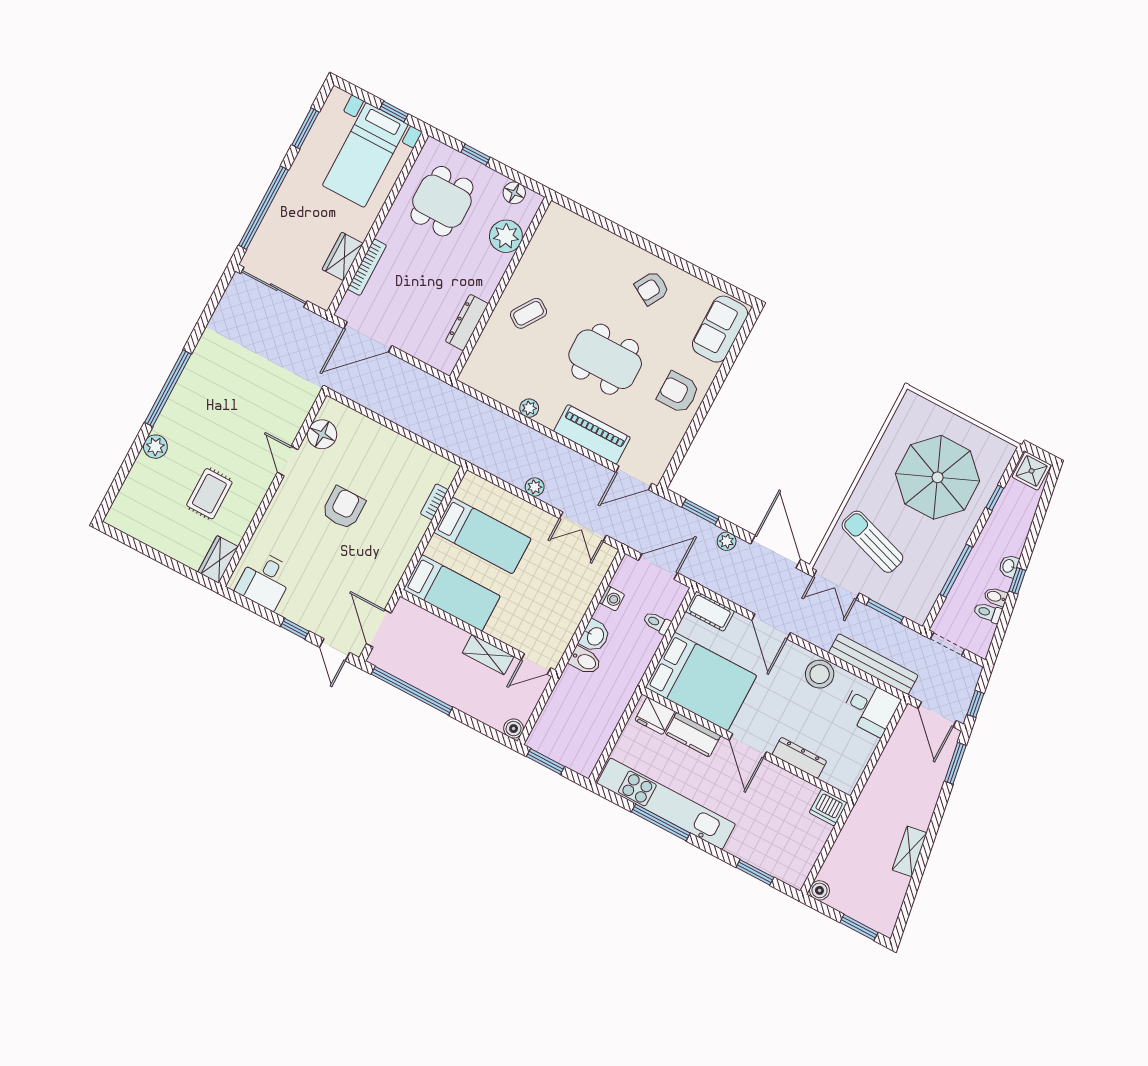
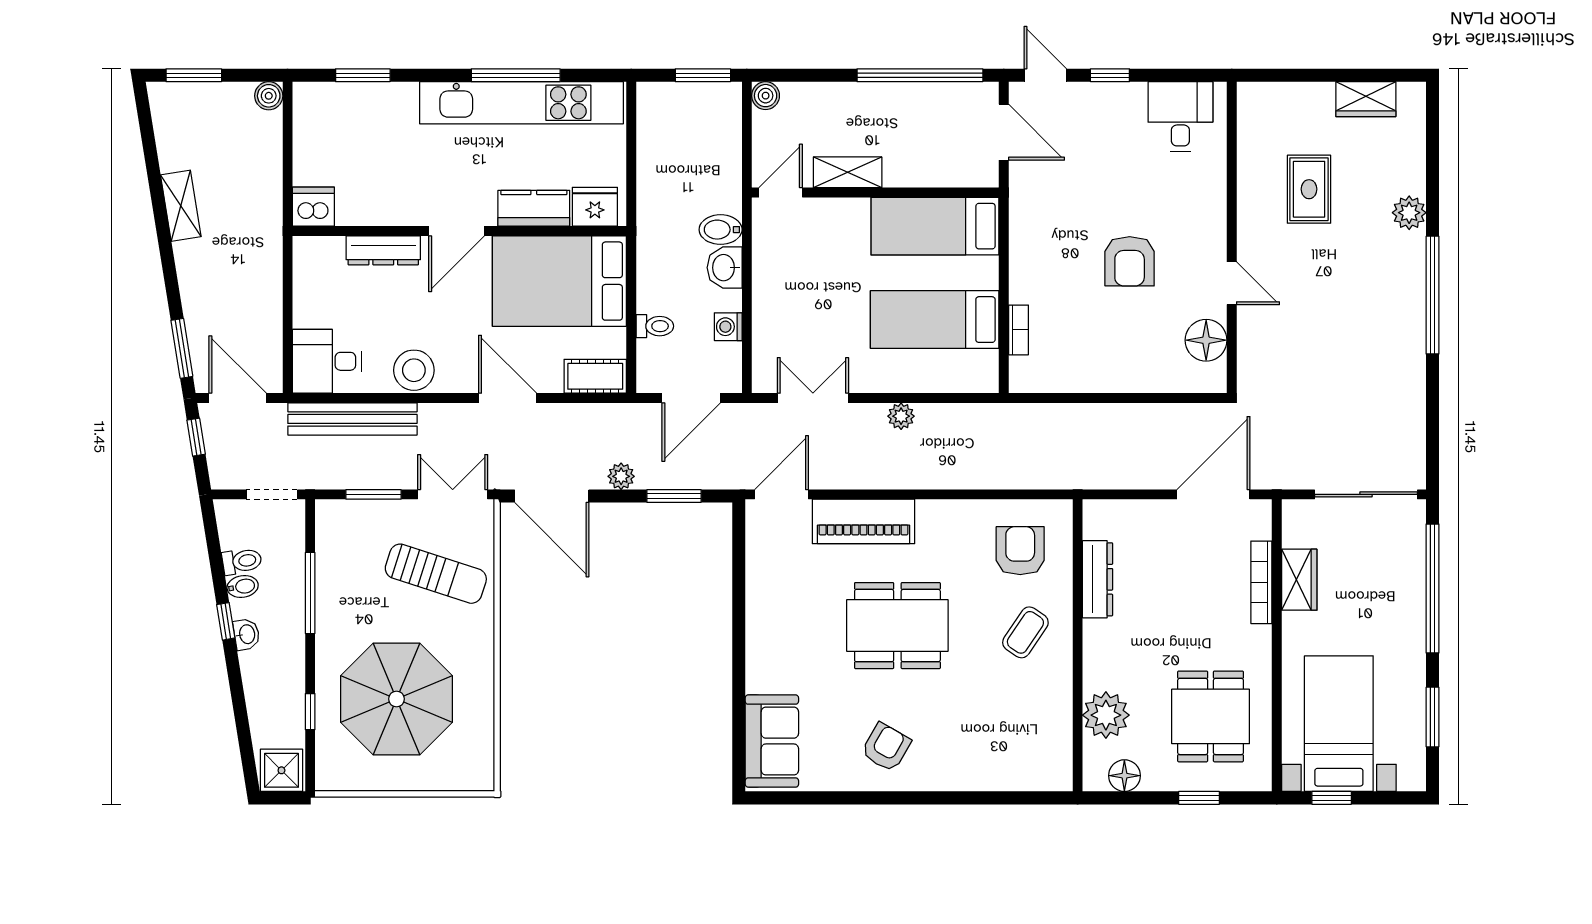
armchair: (678, 392) -> (1020, 551), moved, turned -90
plant: (529, 408) -> (961, 513), removed
wardrobe: (218, 559) -> (1366, 99), moved, turned 90
door: (748, 746) -> (457, 231), swing flipped

